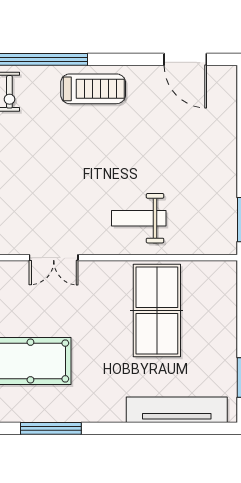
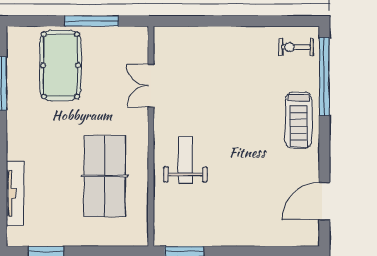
table tennis table: (157, 311) -> (105, 176), turned 90
tv unit: (177, 410) -> (15, 193), width x0.73, depth x0.78

